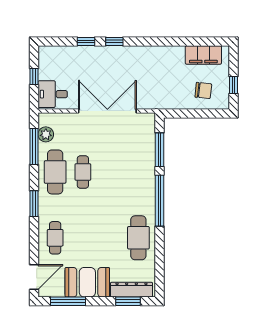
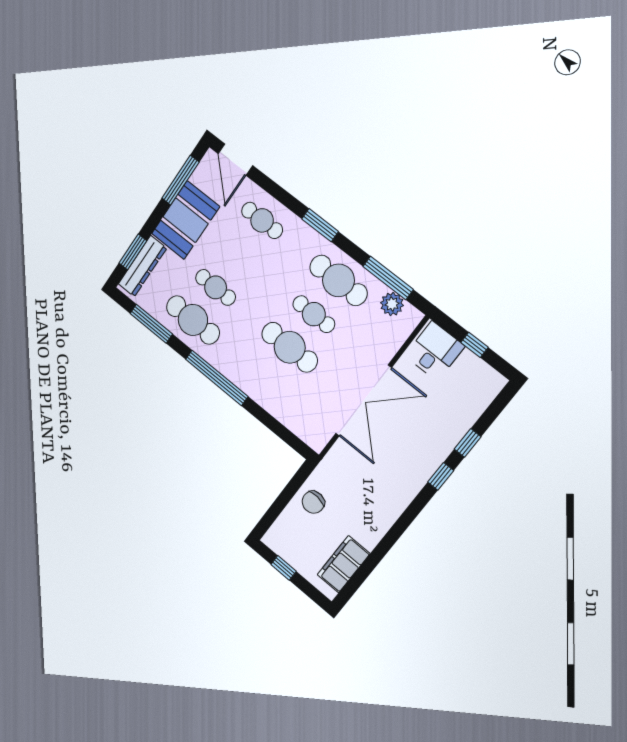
chair: (203, 90) -> (313, 502), moved
window: (159, 150) -> (151, 324), moved
cafe table: (111, 172) -> (290, 347), added
cafe table: (111, 238) -> (216, 287), added

